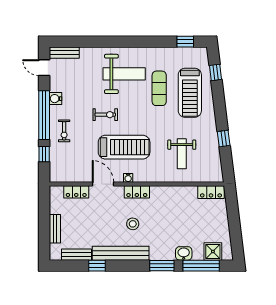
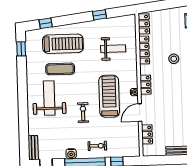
locker: (179, 191) -> (144, 50), added
stool: (133, 224) -> (174, 59), moved

